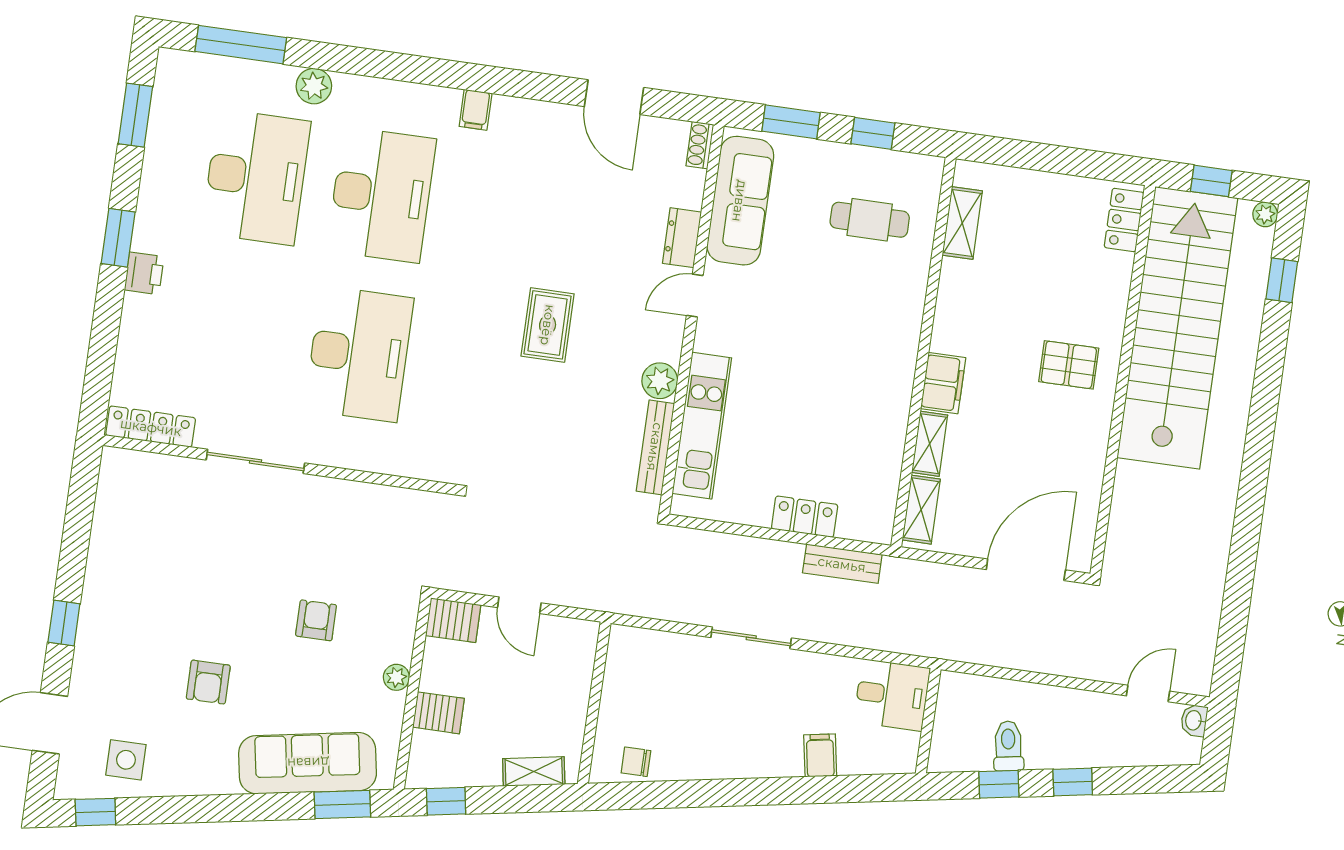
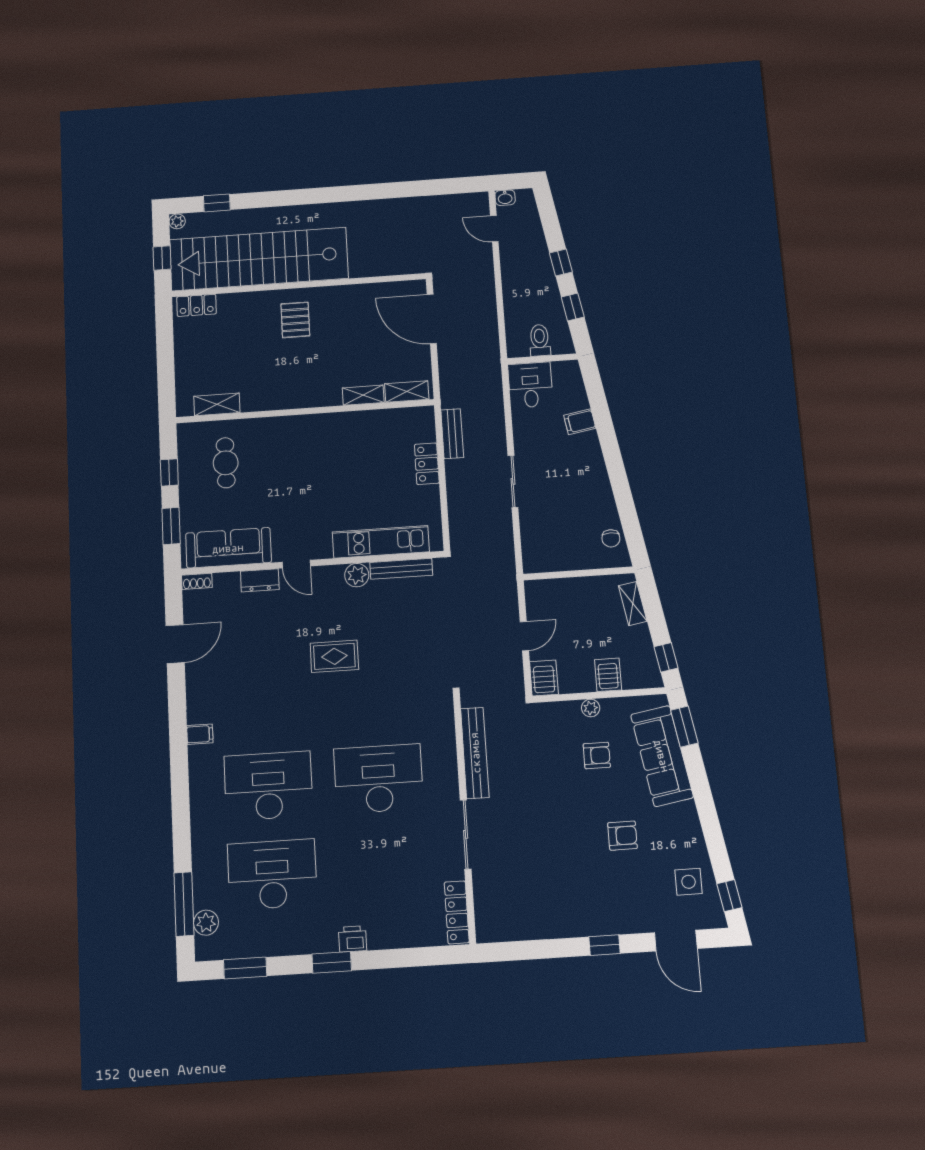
plant: (314, 86) -> (206, 923), moved
filing cabinet: (943, 383) -> (322, 395), removed
bench: (367, 499) -> (475, 753), added
armchair: (316, 620) -> (597, 755), moved, turned 180
toilet: (1008, 746) -> (540, 340), moved, turned 100

